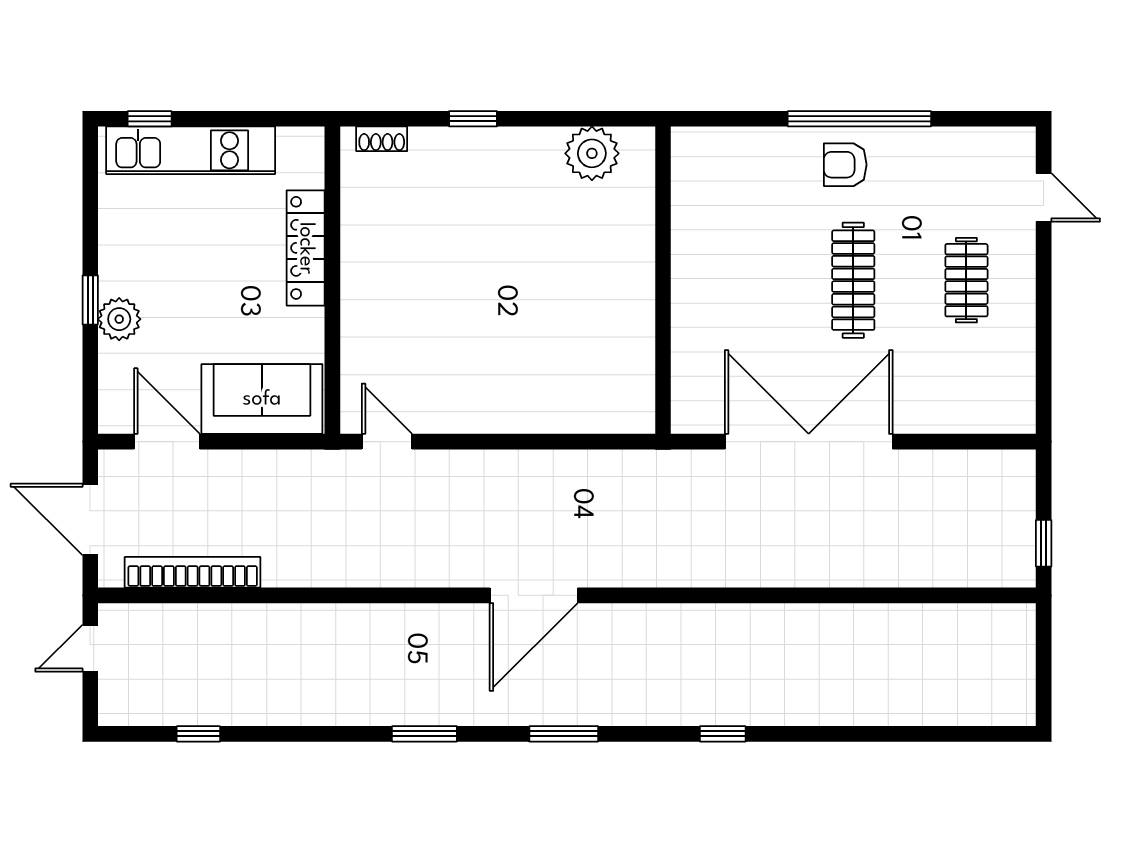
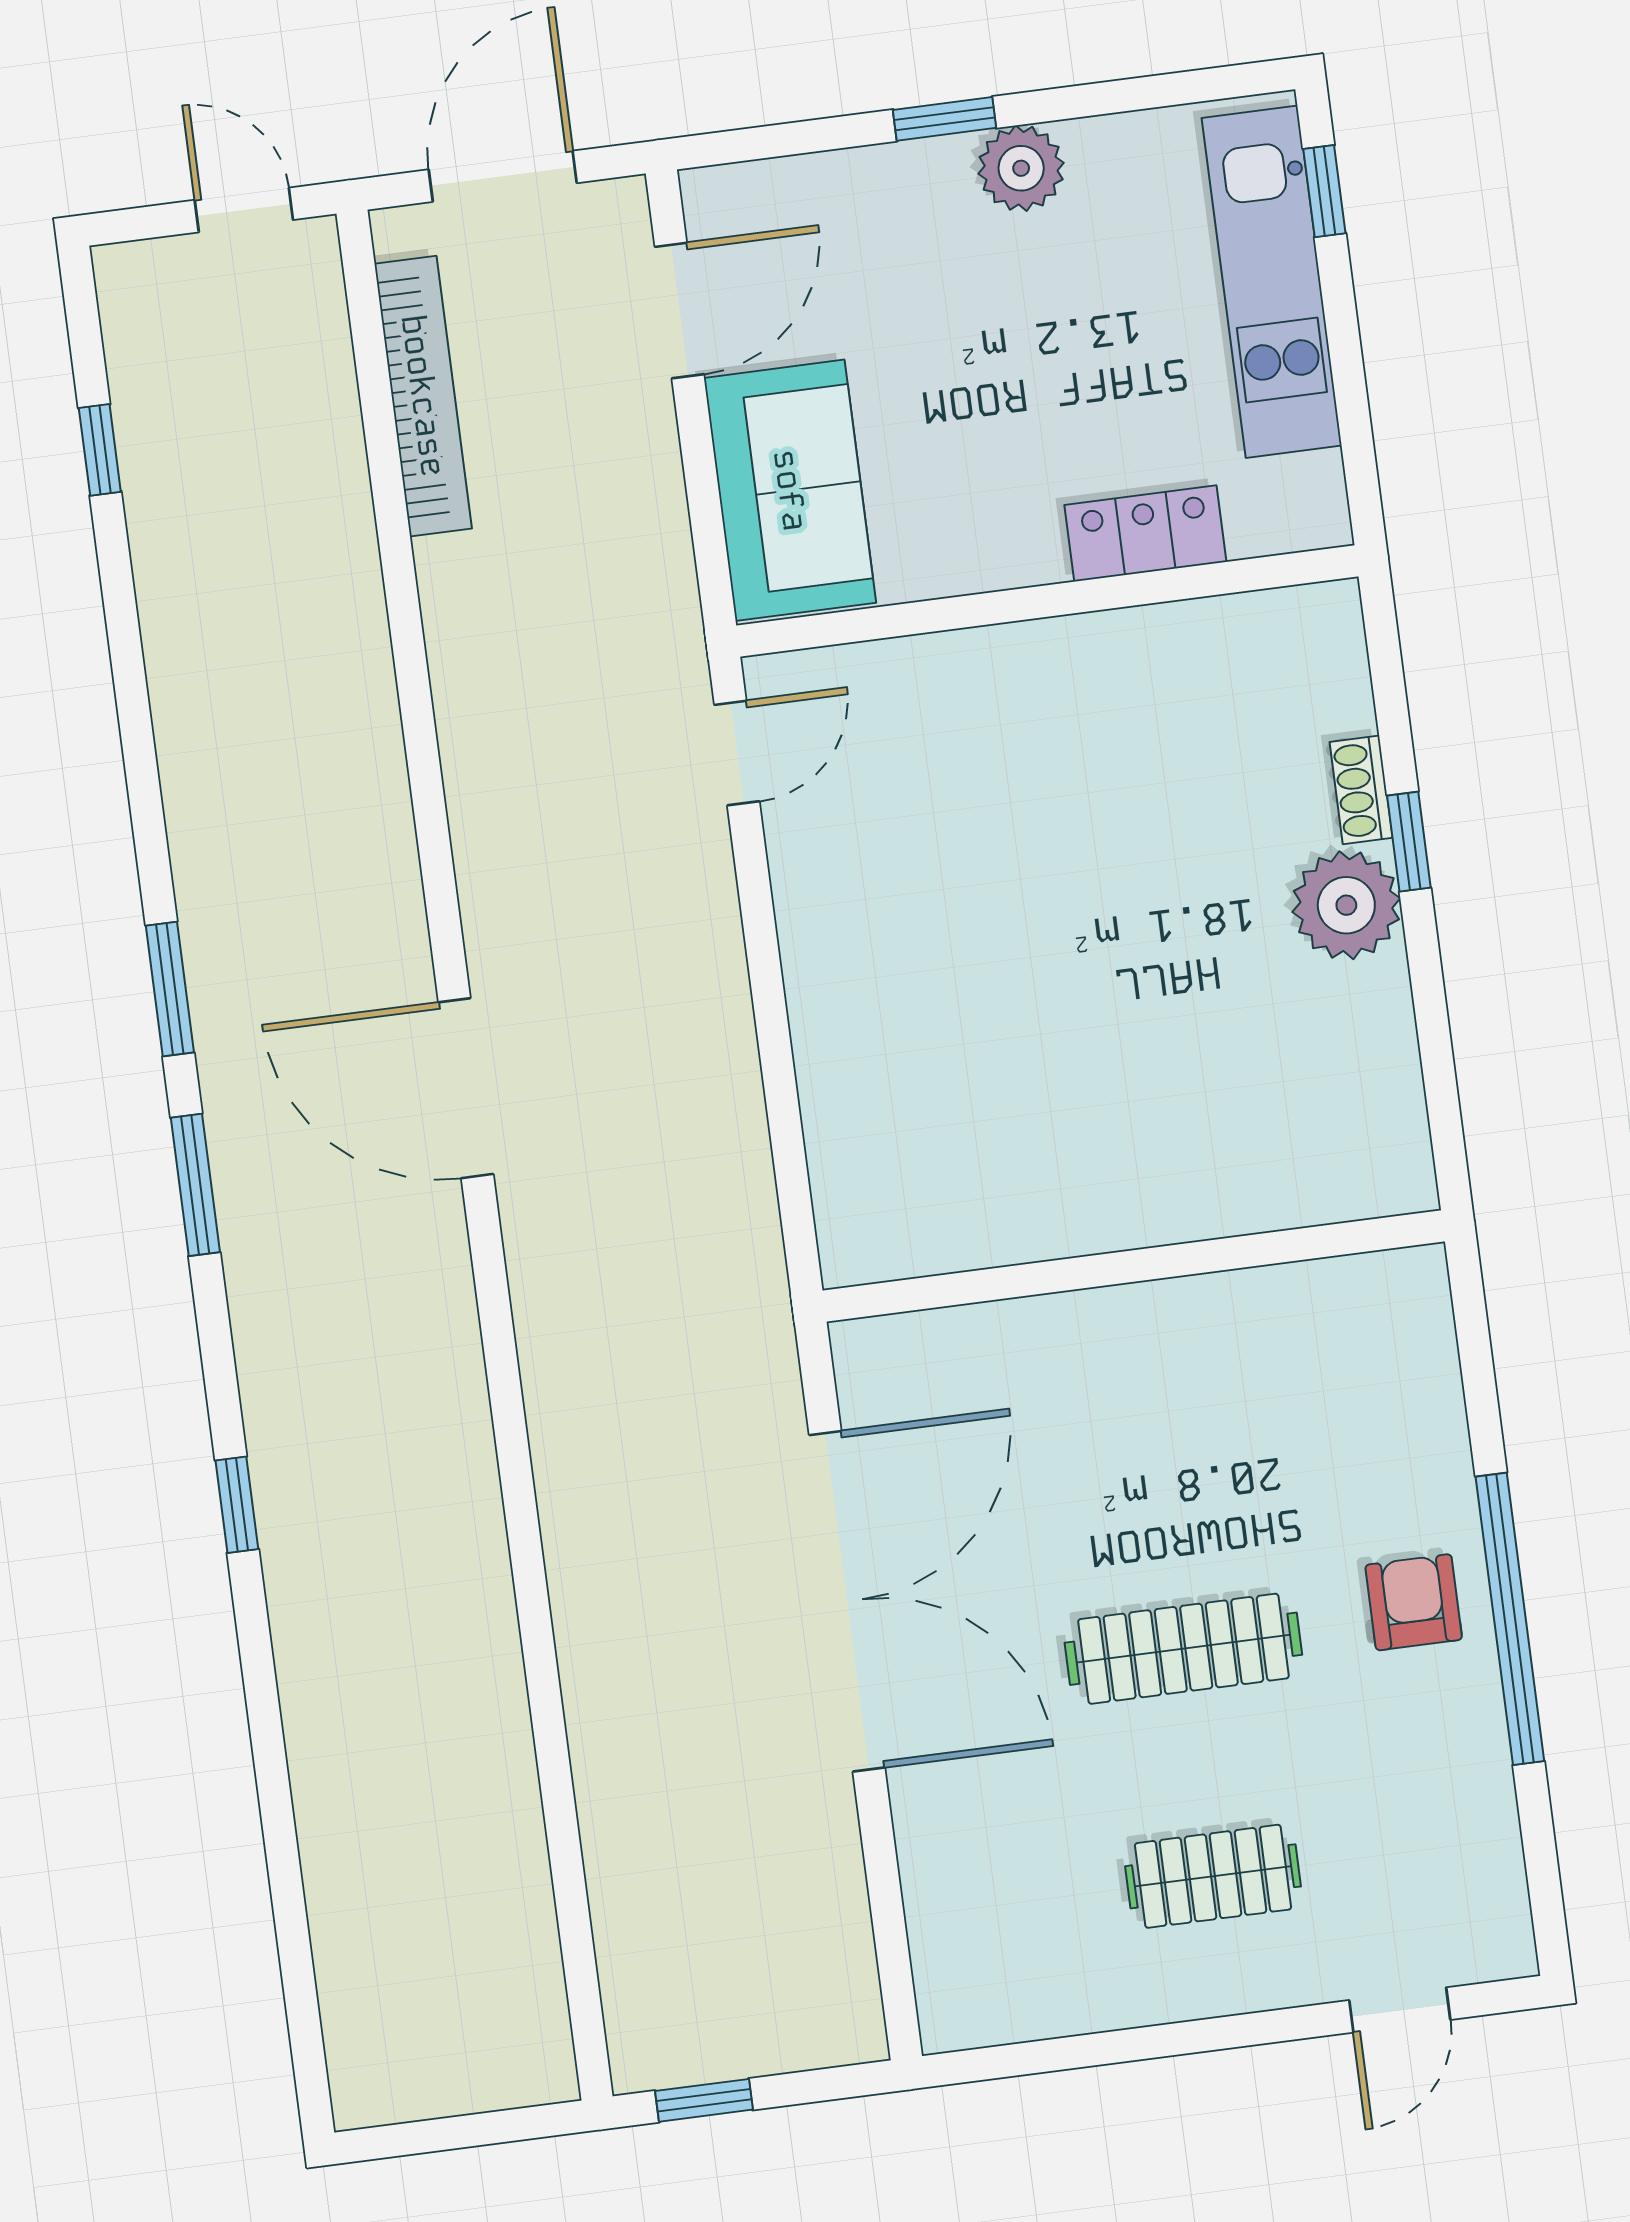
shoe rack: (382, 139) -> (1361, 790), moved
plant: (592, 153) -> (1346, 905), moved
locker: (306, 248) -> (1145, 533), width x0.66
plant: (119, 319) -> (1021, 168), moved
window: (424, 734) -> (170, 989), moved

